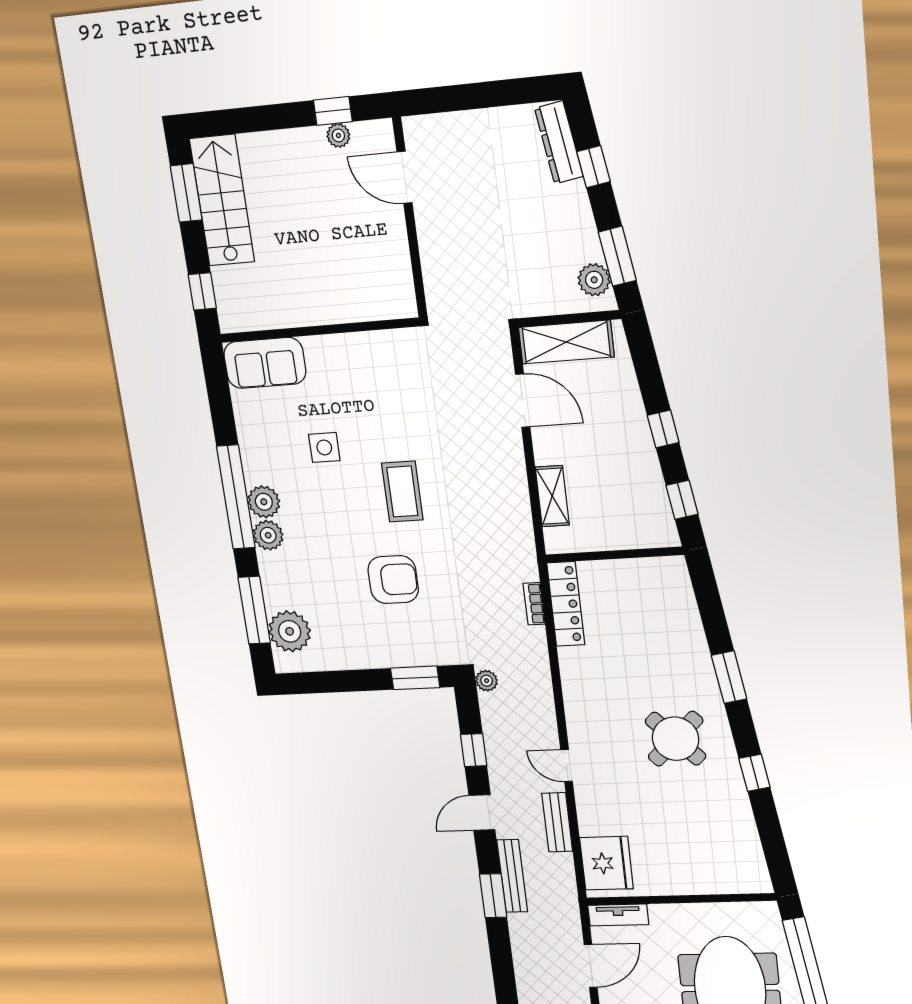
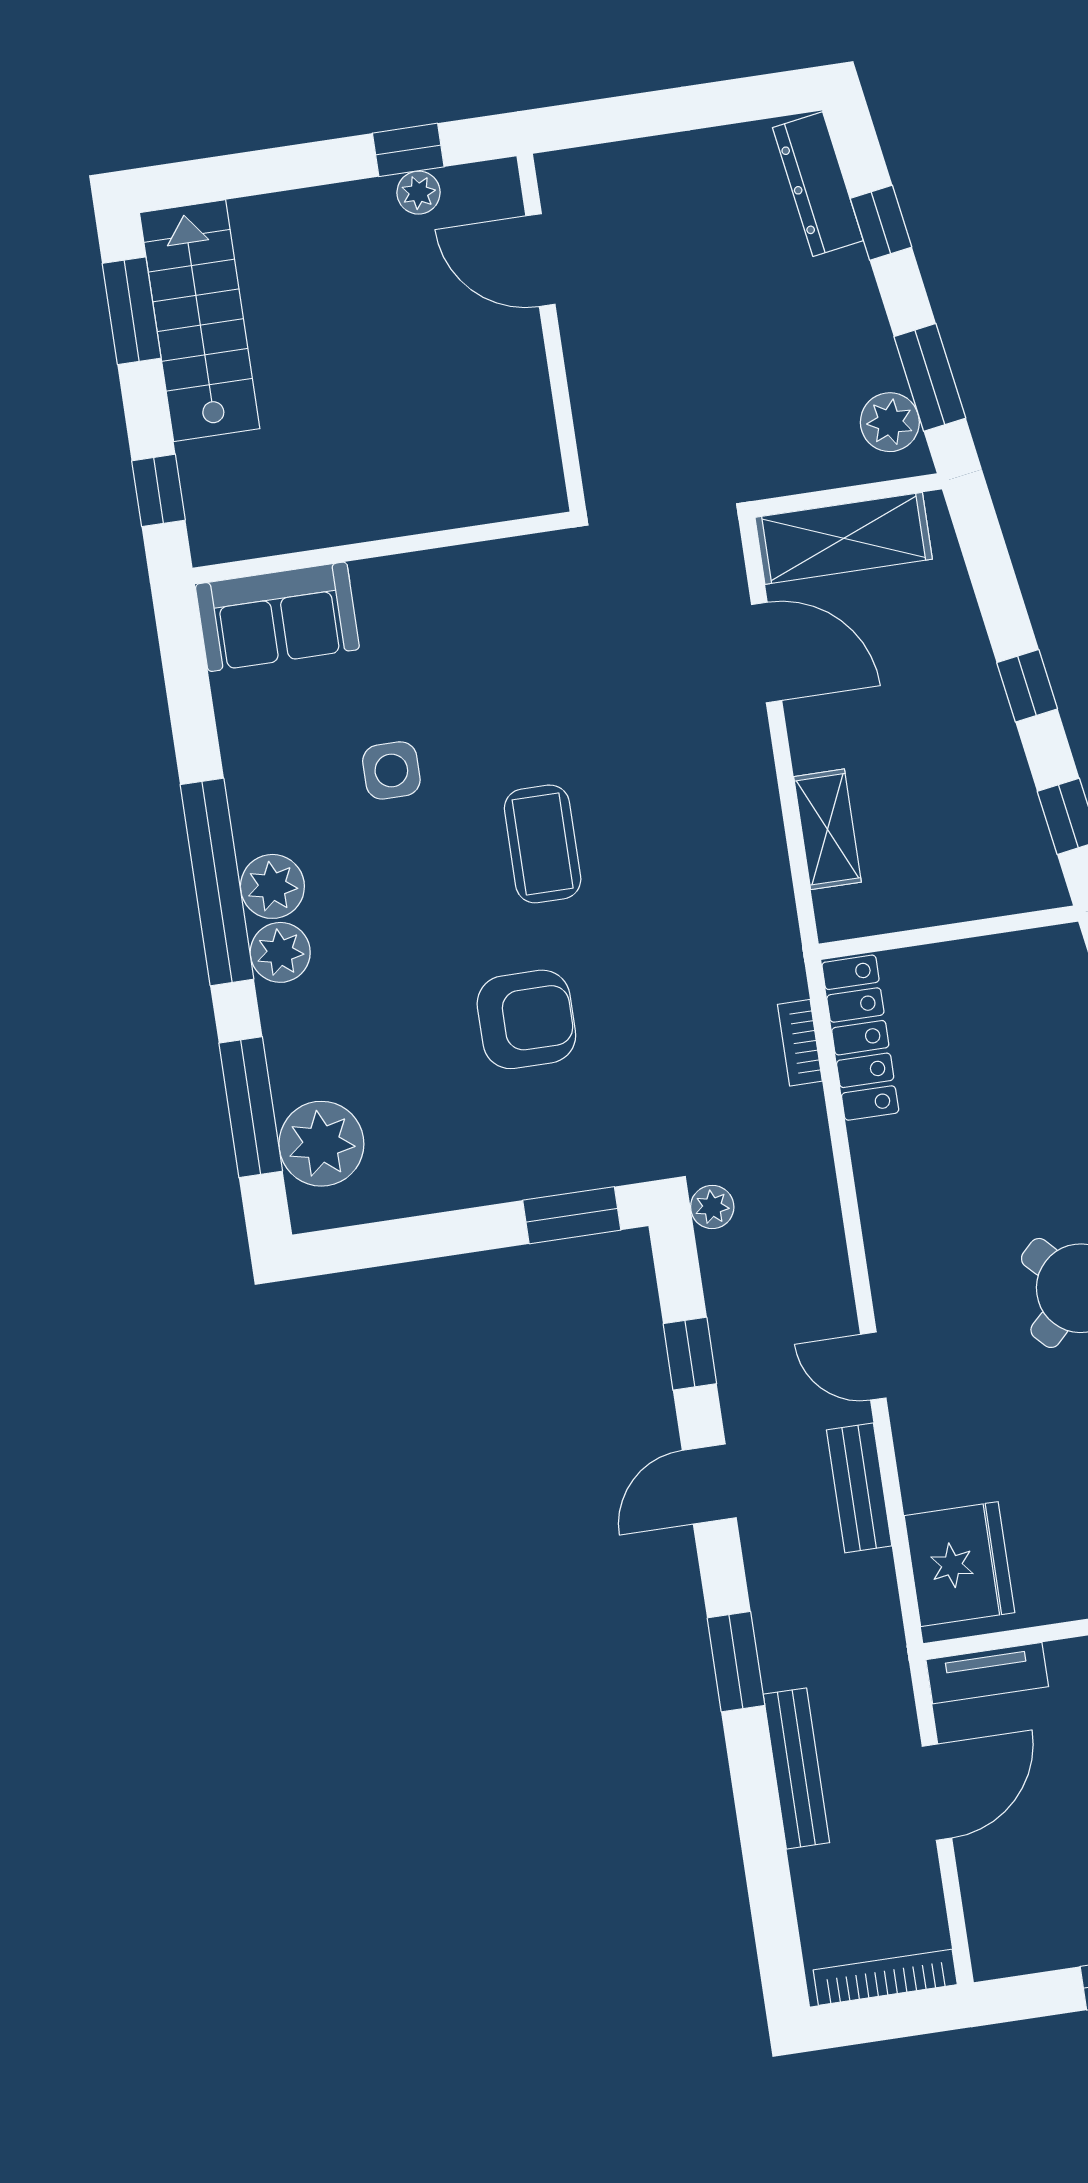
bench: (512, 876) -> (796, 1768), moved

